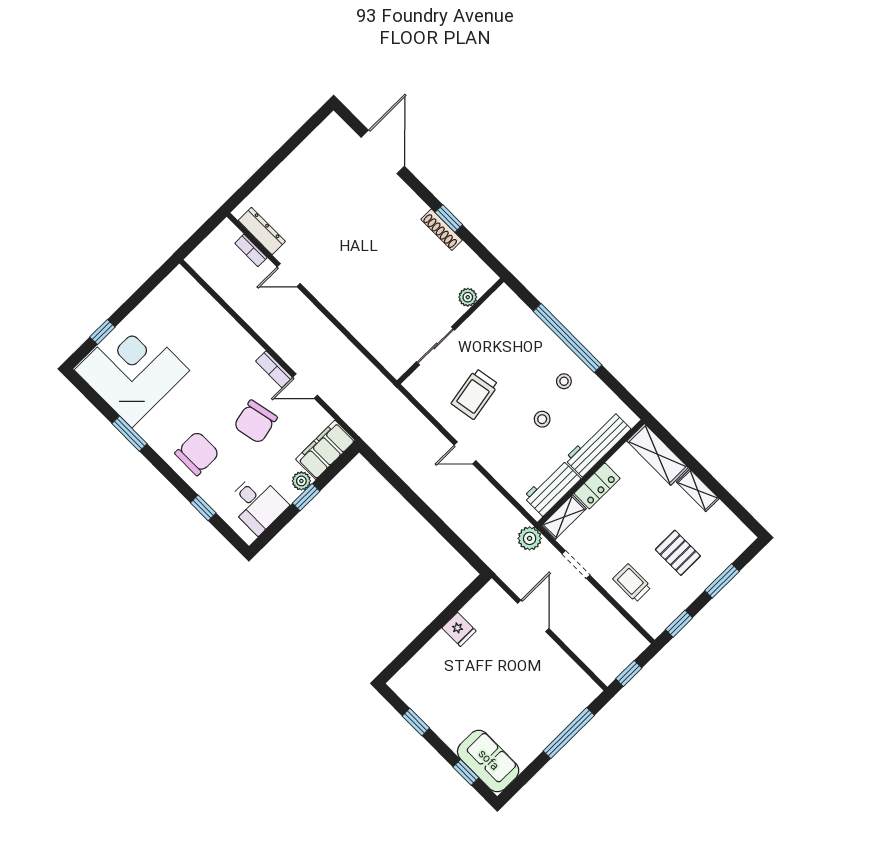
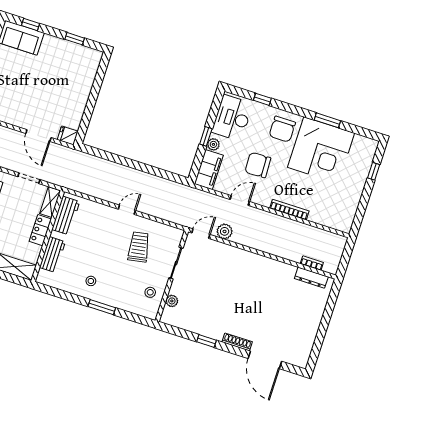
shoe rack: (442, 230) -> (237, 342), moved
door: (289, 275) -> (201, 234), moved
window: (568, 338) -> (102, 307), width x0.47
bookcase: (274, 369) -> (289, 210), moved, width x1.56
corner desk: (132, 370) -> (321, 150), moved
stool: (542, 419) -> (150, 292), moved
chair: (255, 422) -> (258, 165), turned -80
workbench: (598, 444) -> (52, 255), width x0.73
desk: (257, 504) -> (232, 118), width x1.37
plant: (530, 538) -> (225, 231), moved
fridge: (459, 629) -> (68, 135), moved

